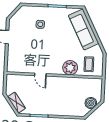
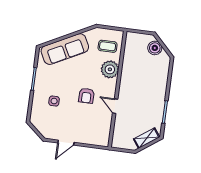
armchair: (47, 50) -> (86, 96), added
door: (40, 75) -> (115, 106), swing flipped

